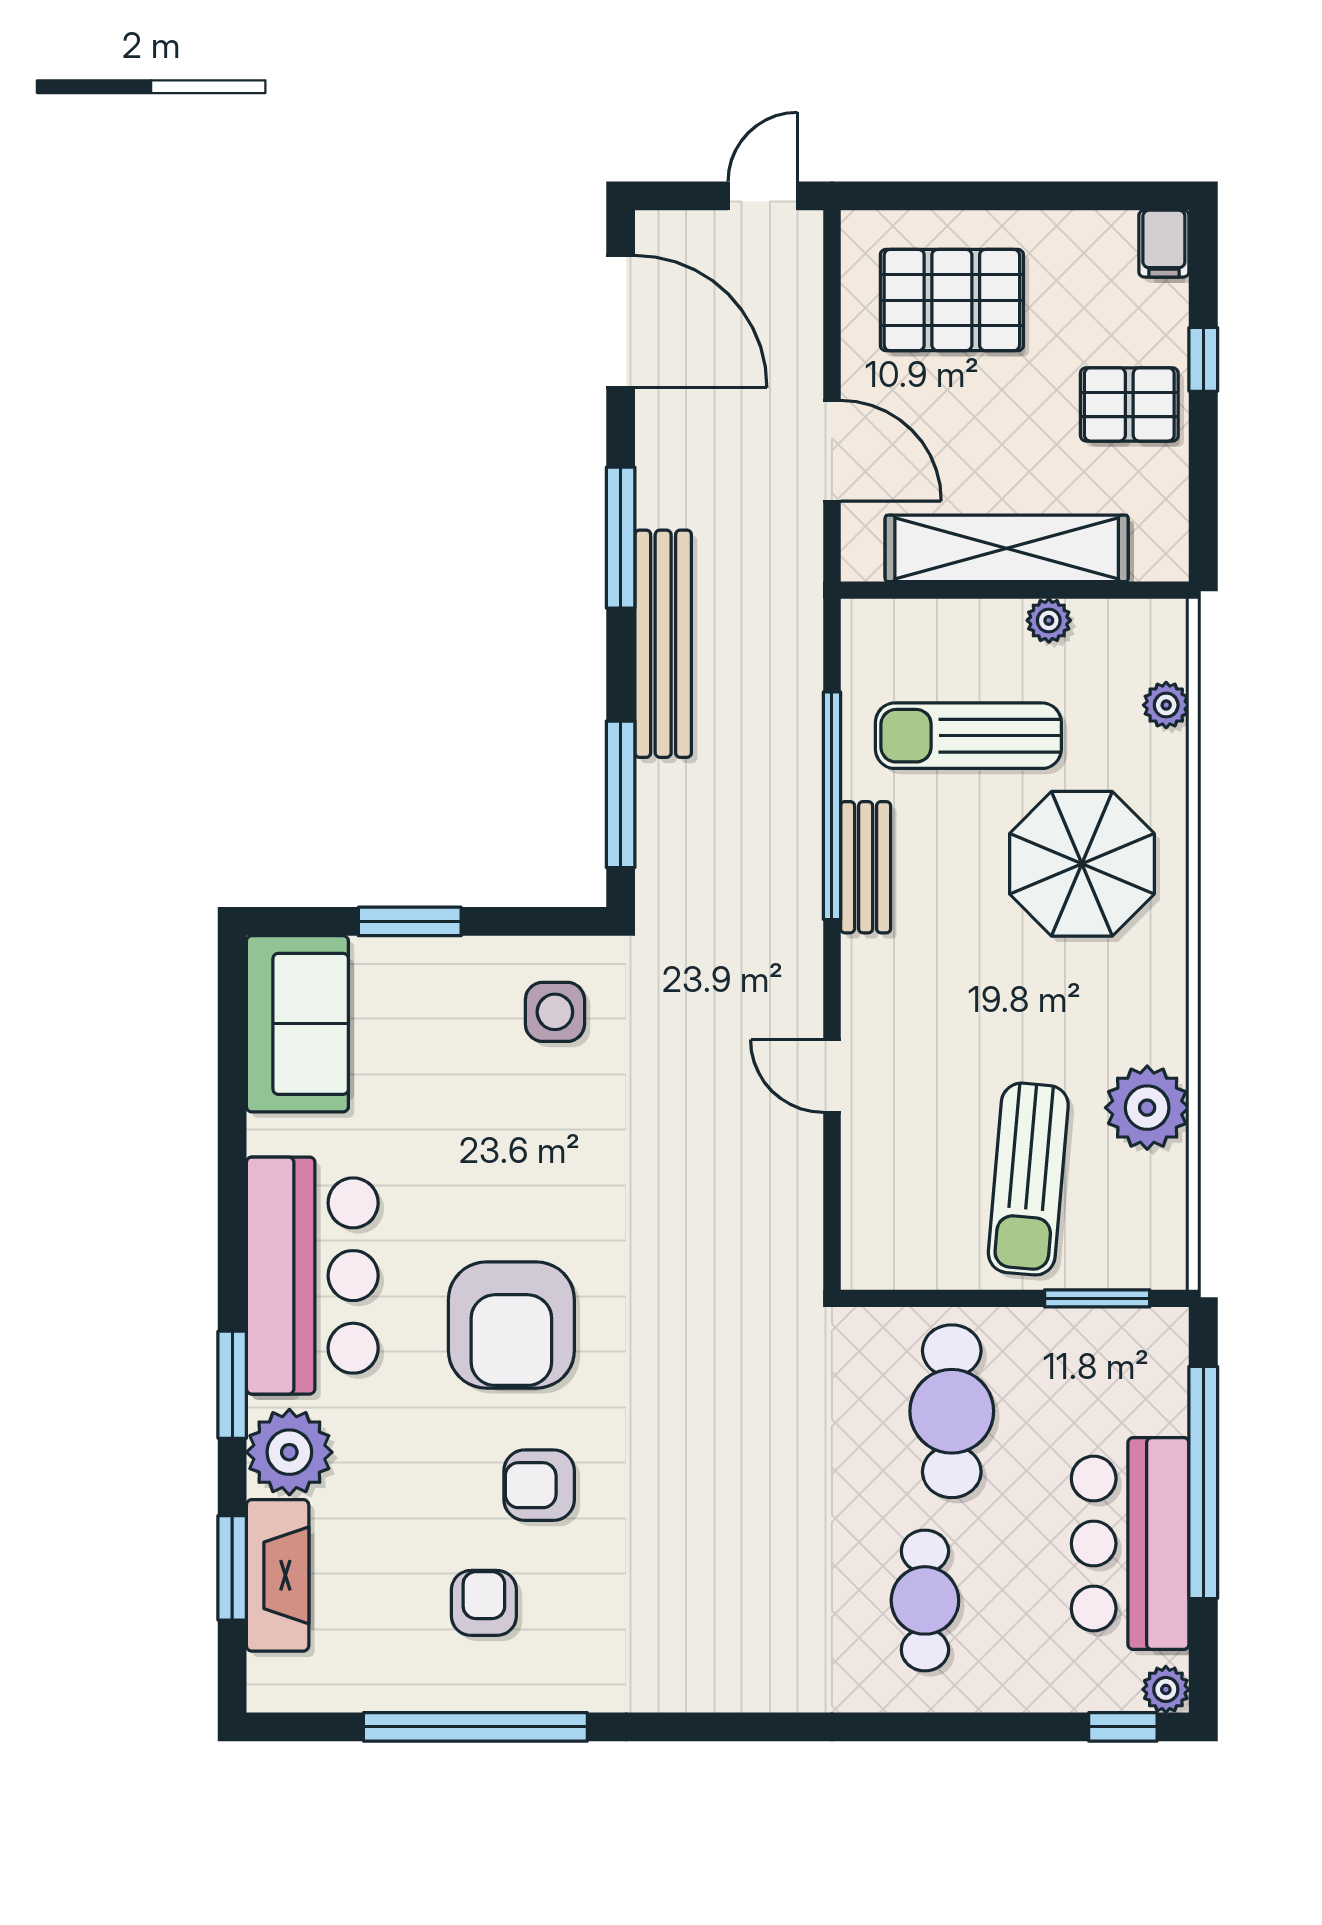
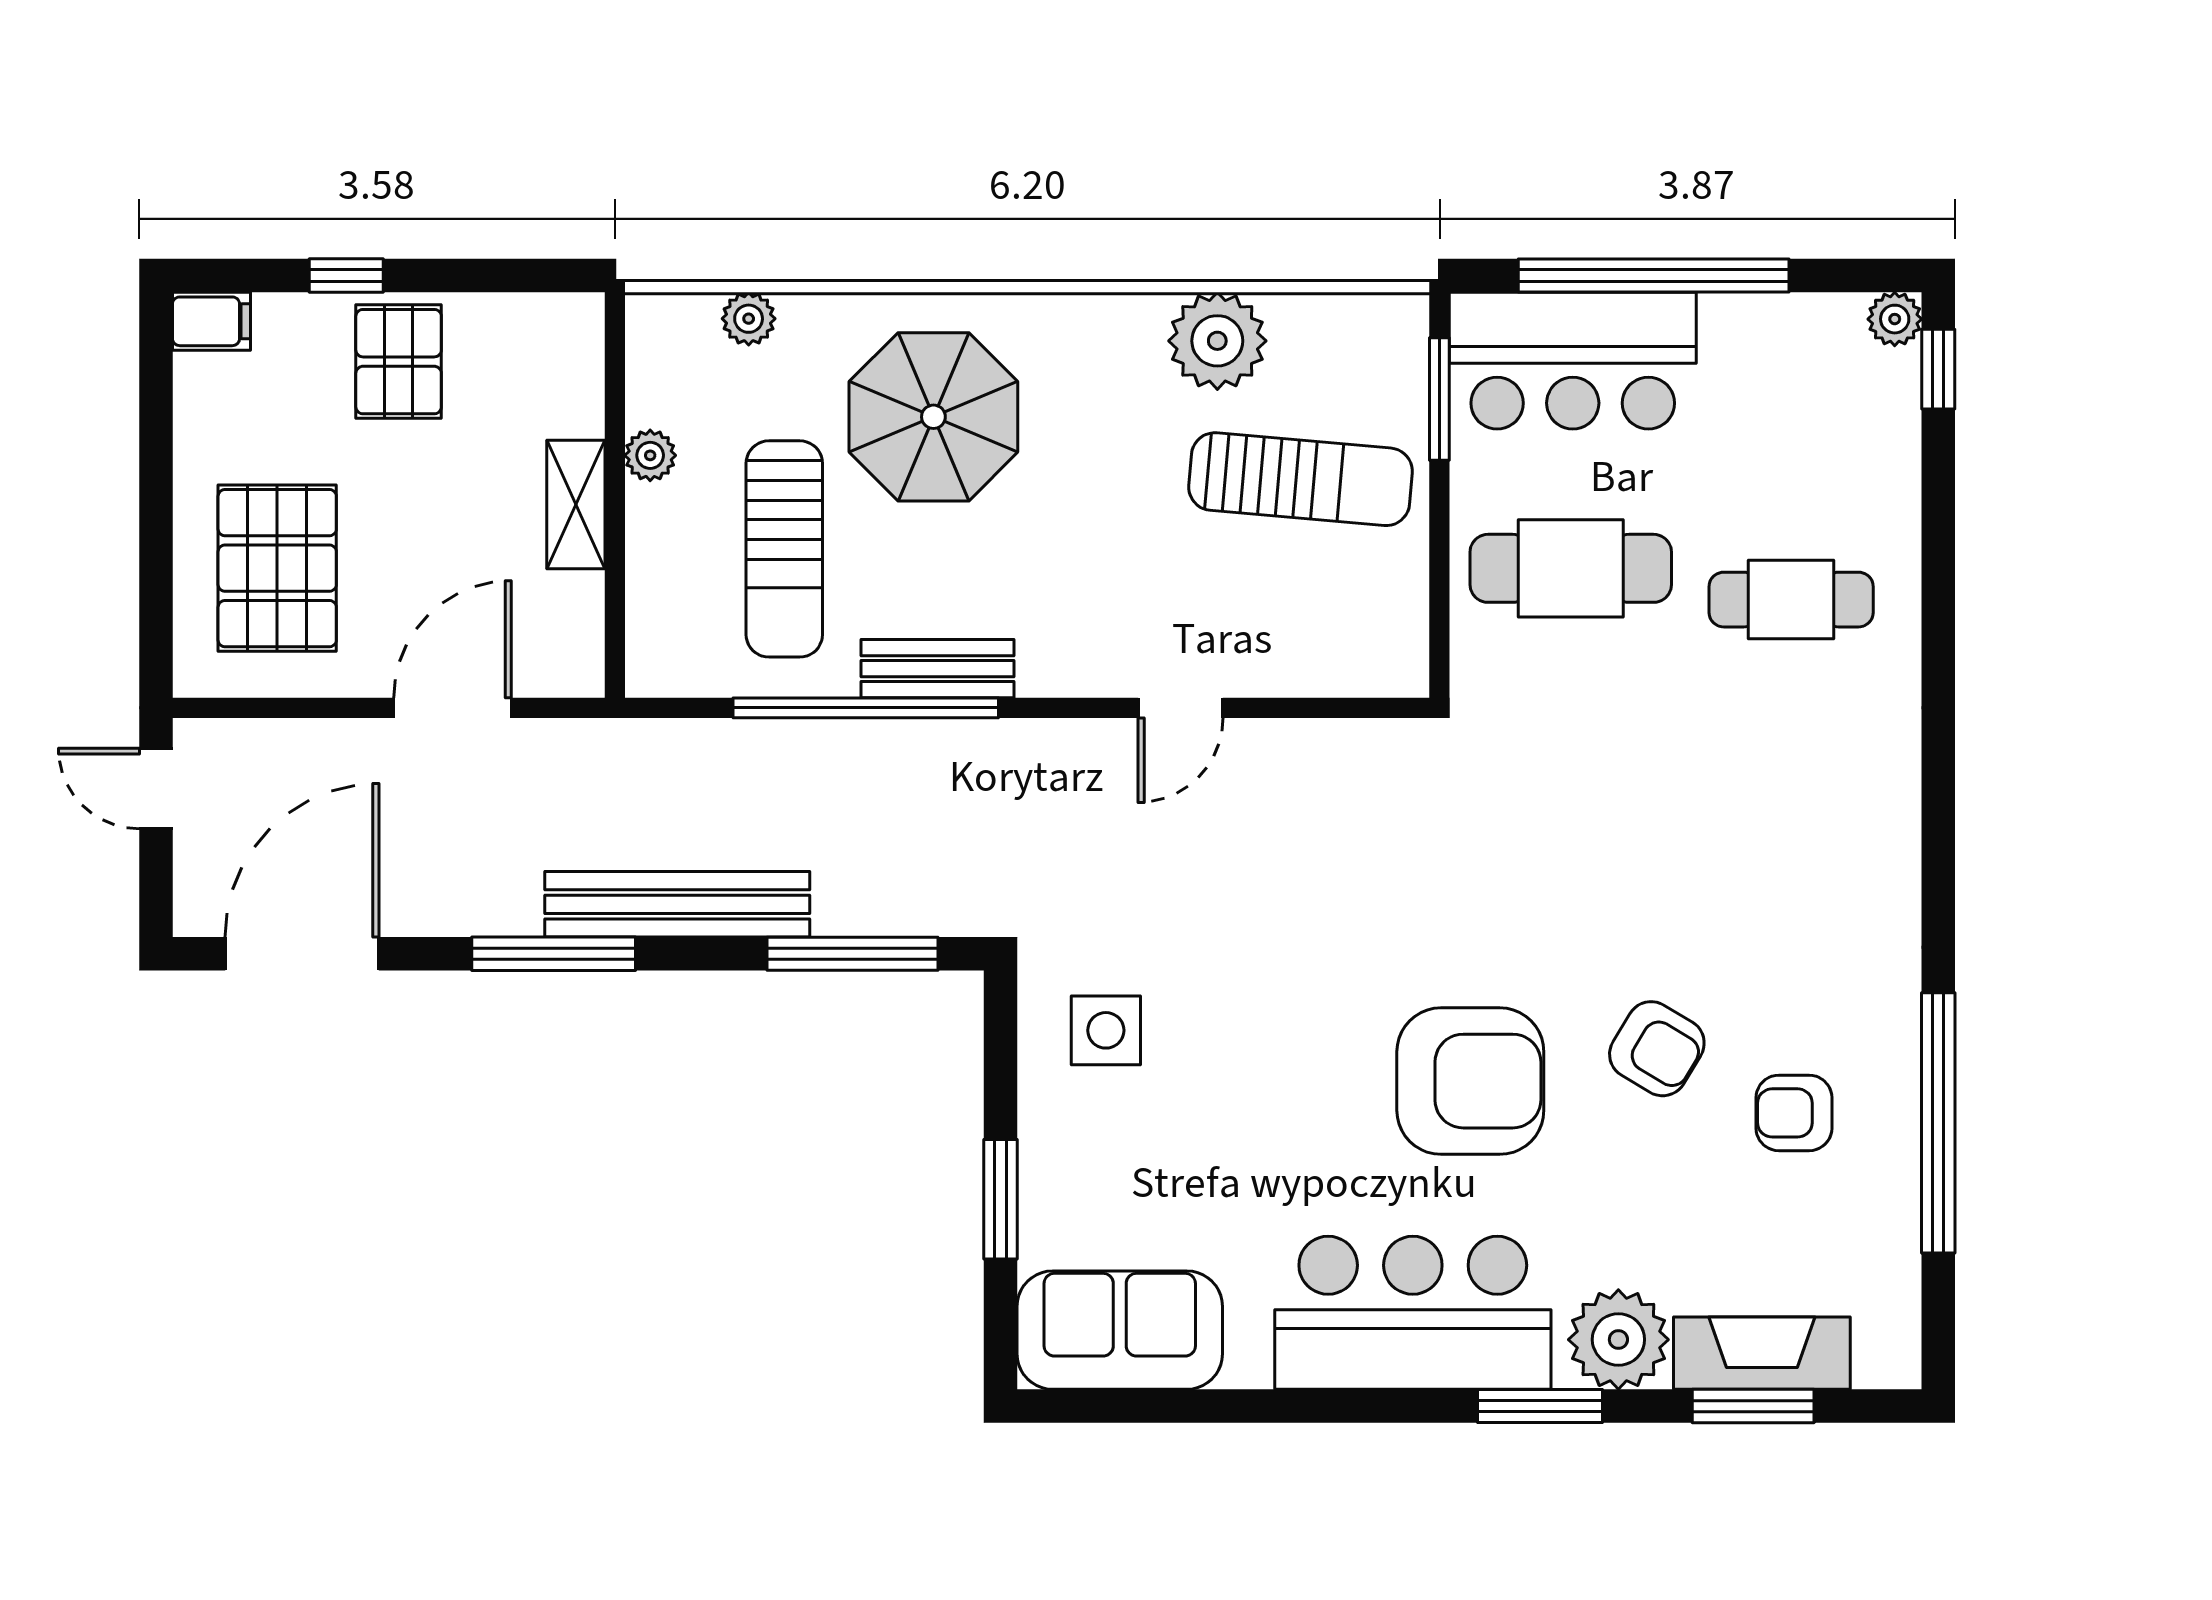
shelving: (1007, 548) -> (576, 504), width x0.45, depth x0.75
armchair: (539, 1485) -> (1657, 1049), turned -59
bar counter: (1130, 1543) -> (1573, 361), moved

